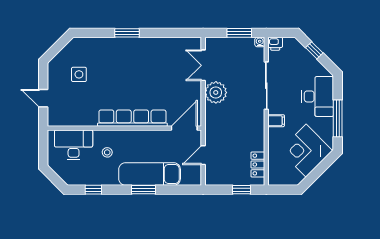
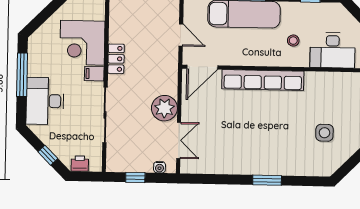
window: (239, 33) -> (135, 177), width x0.67
water cooler: (260, 42) -> (160, 167), moved
printer: (275, 44) -> (80, 164), moved
corner desk: (306, 151) -> (82, 43), moved, turned 135
door: (203, 155) -> (181, 35), hinge flipped
locker: (258, 164) -> (116, 59), moved

